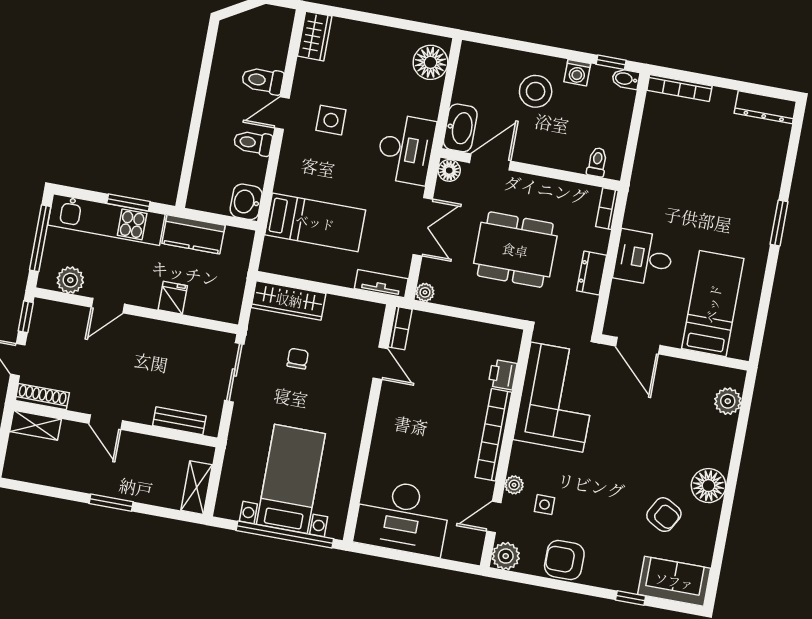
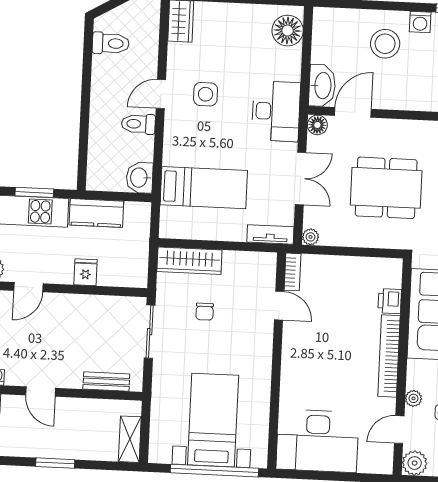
toilet: (263, 80) -> (111, 43), moved, turned 180
chair: (298, 359) -> (205, 312), turned 180

